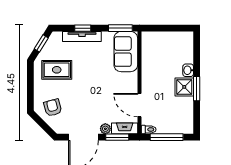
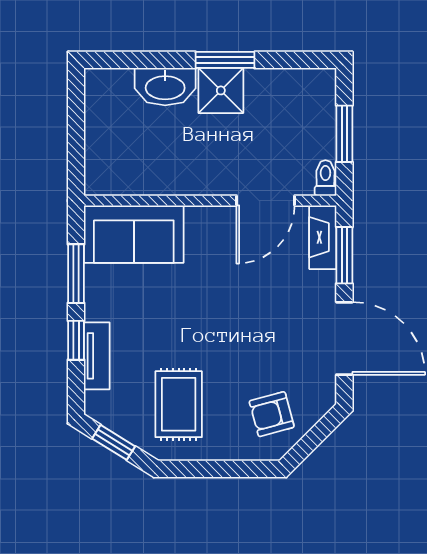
window: (120, 28) -> (76, 274), moved
tv unit: (82, 37) -> (97, 356), width x0.71
washbasin: (188, 70) -> (165, 87), width x1.91, depth x1.45
plant: (105, 129) -> (324, 284), removed
window: (167, 137) -> (344, 134), width x0.69

